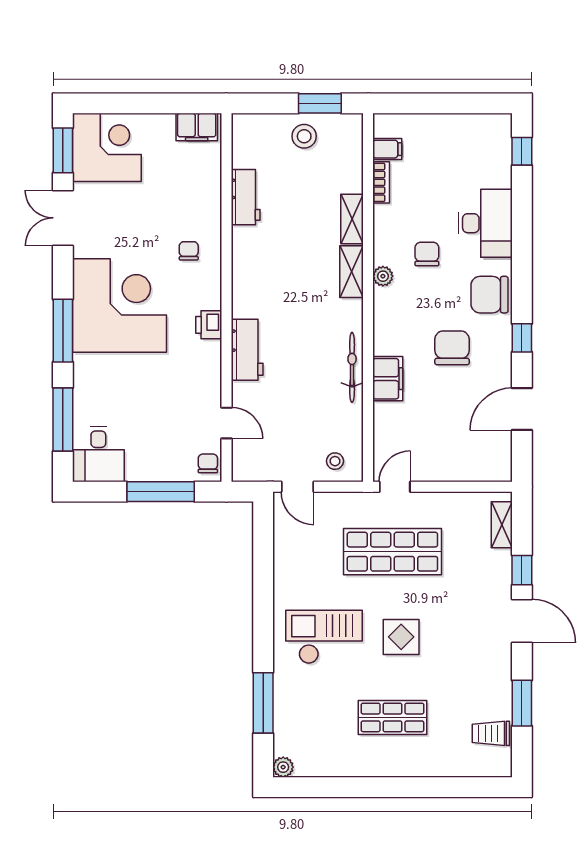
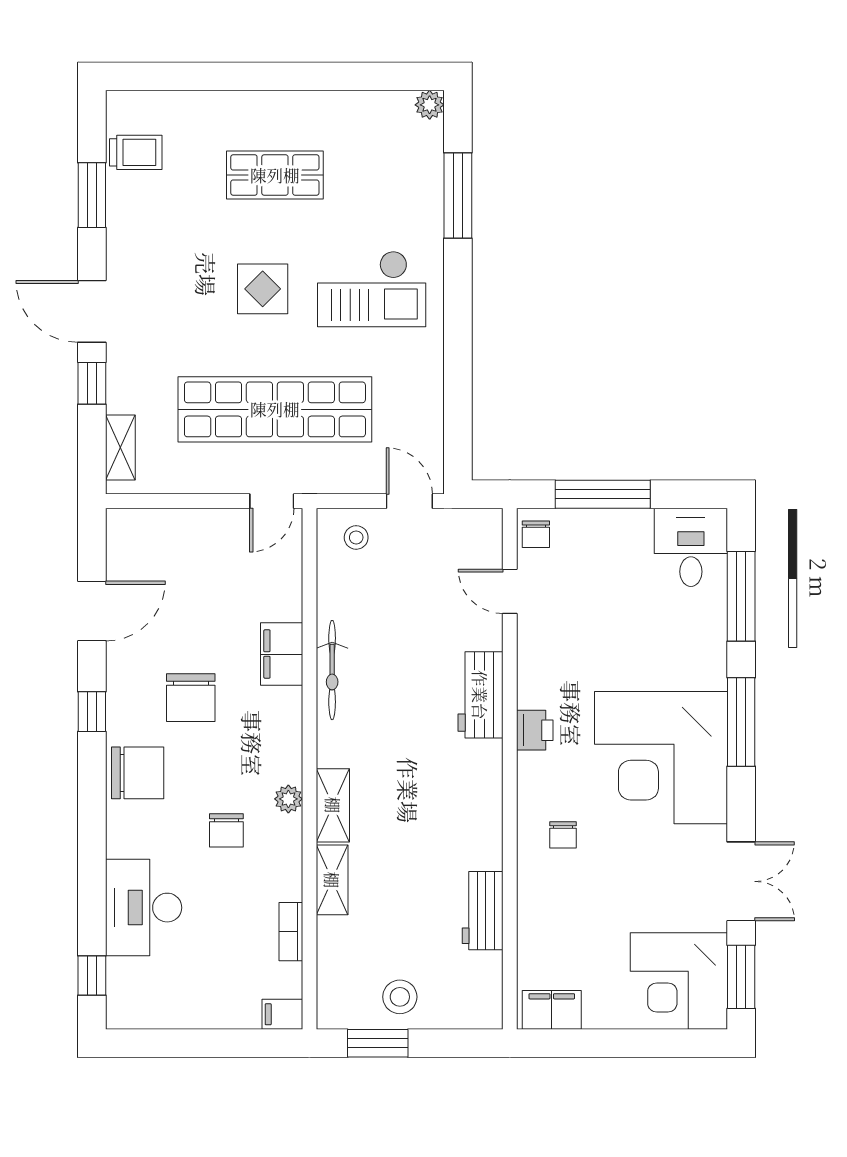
filing cabinet: (387, 149) -> (282, 1014), moved
desk: (485, 223) -> (144, 908), moved
shop shelf: (392, 552) -> (275, 409), width x1.40

